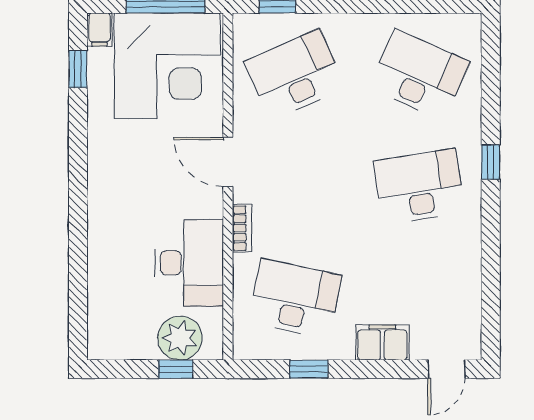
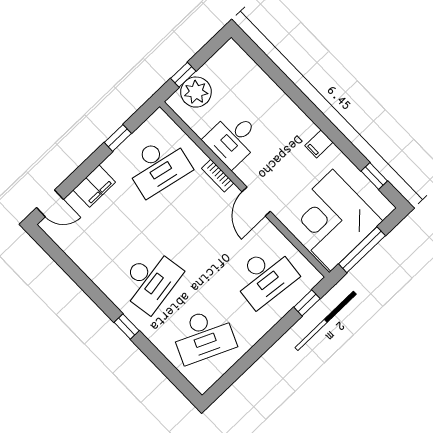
filing cabinet: (99, 30) -> (319, 144), moved, turned -90
desk: (295, 75) -> (265, 276), turned 30
door: (228, 162) -> (256, 202), swing flipped
desk: (189, 263) -> (233, 139), width x0.73
door: (446, 369) -> (50, 203), swing flipped

